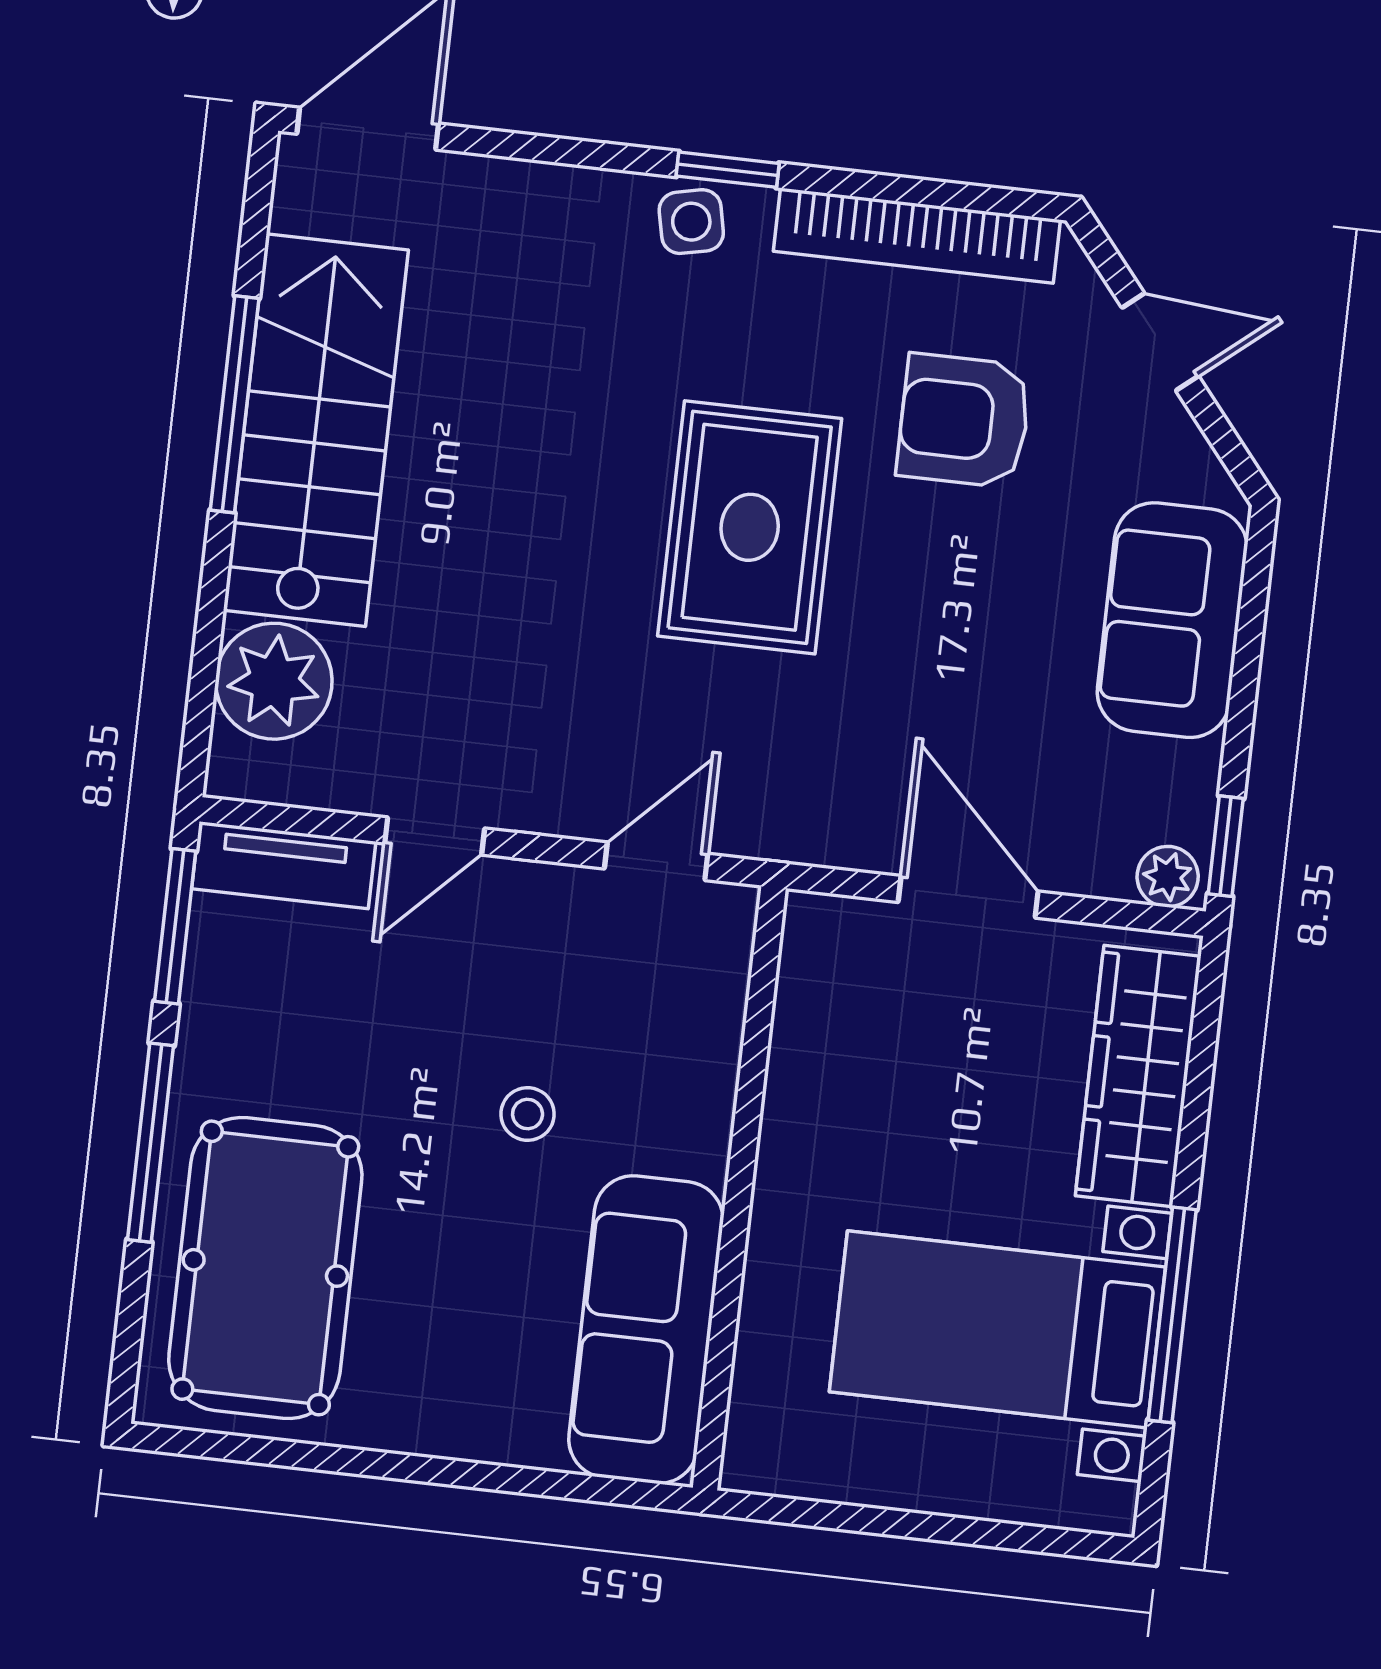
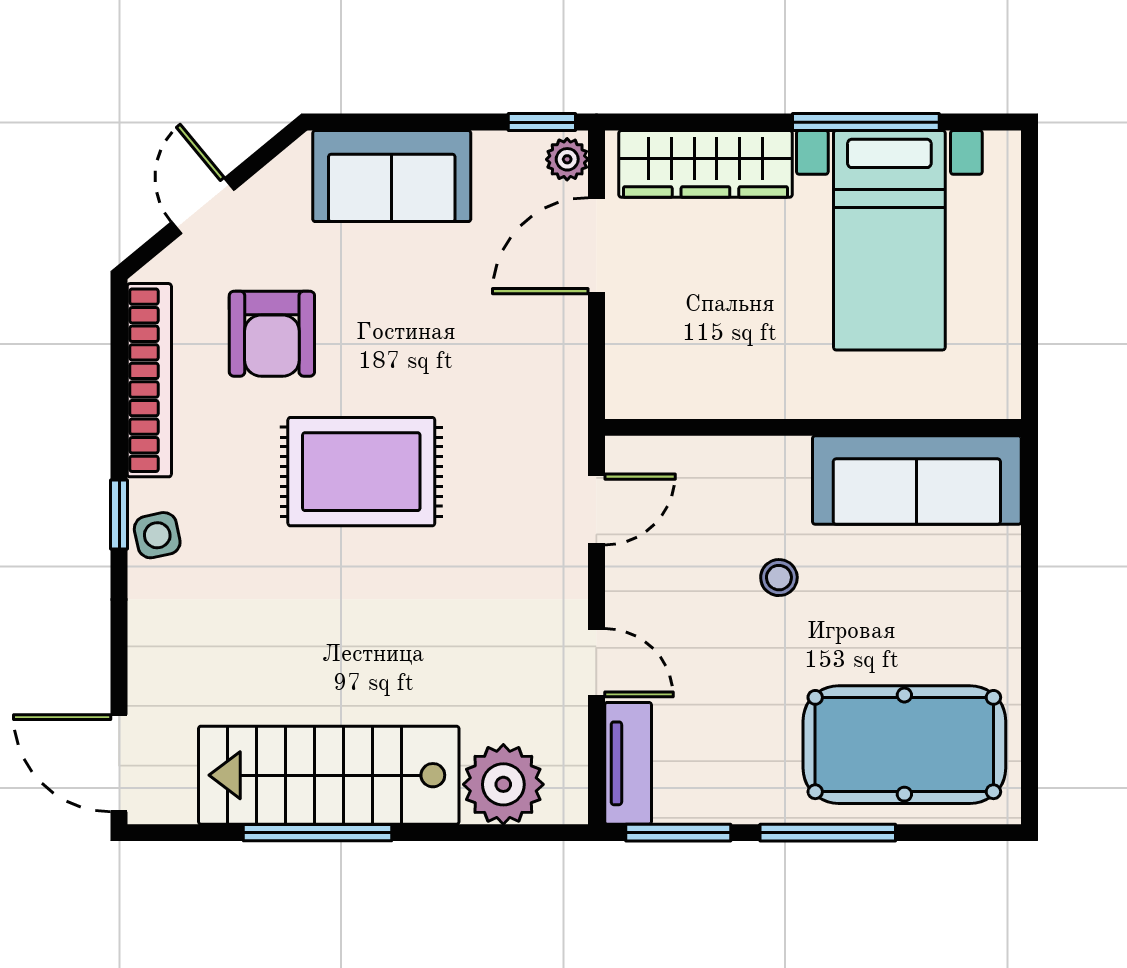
door: (656, 861) -> (596, 509), swing flipped
door: (968, 897) -> (596, 246), moved

